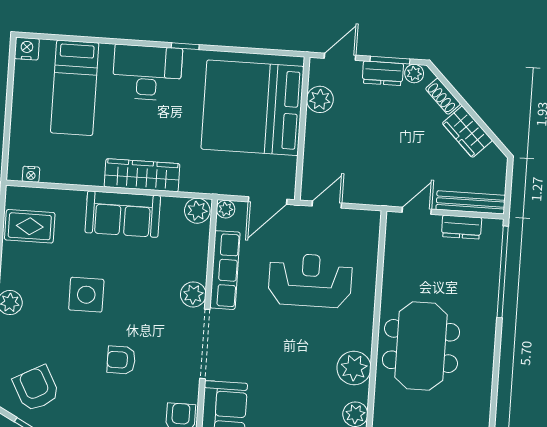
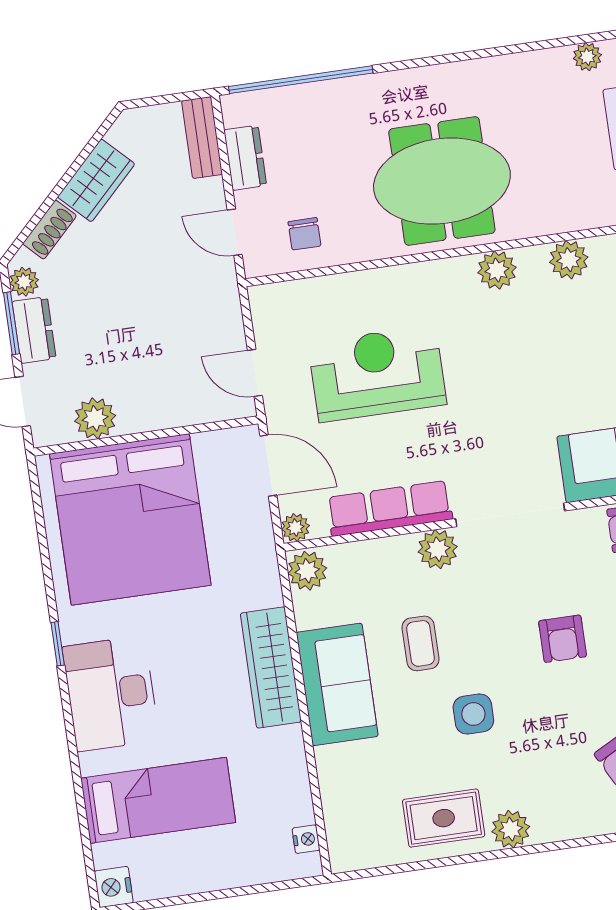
bench: (471, 202) -> (202, 138), width x0.73
rug: (30, 226) -> (444, 818), moved, turned 90
chair: (407, 254) -> (304, 234), added
coffee table: (137, 271) -> (420, 643), added
reception desk: (310, 280) -> (377, 374), turned 90
side table: (86, 295) -> (473, 714), width x0.73, depth x0.73
plant: (354, 368) -> (497, 270), width x0.73, depth x0.73

